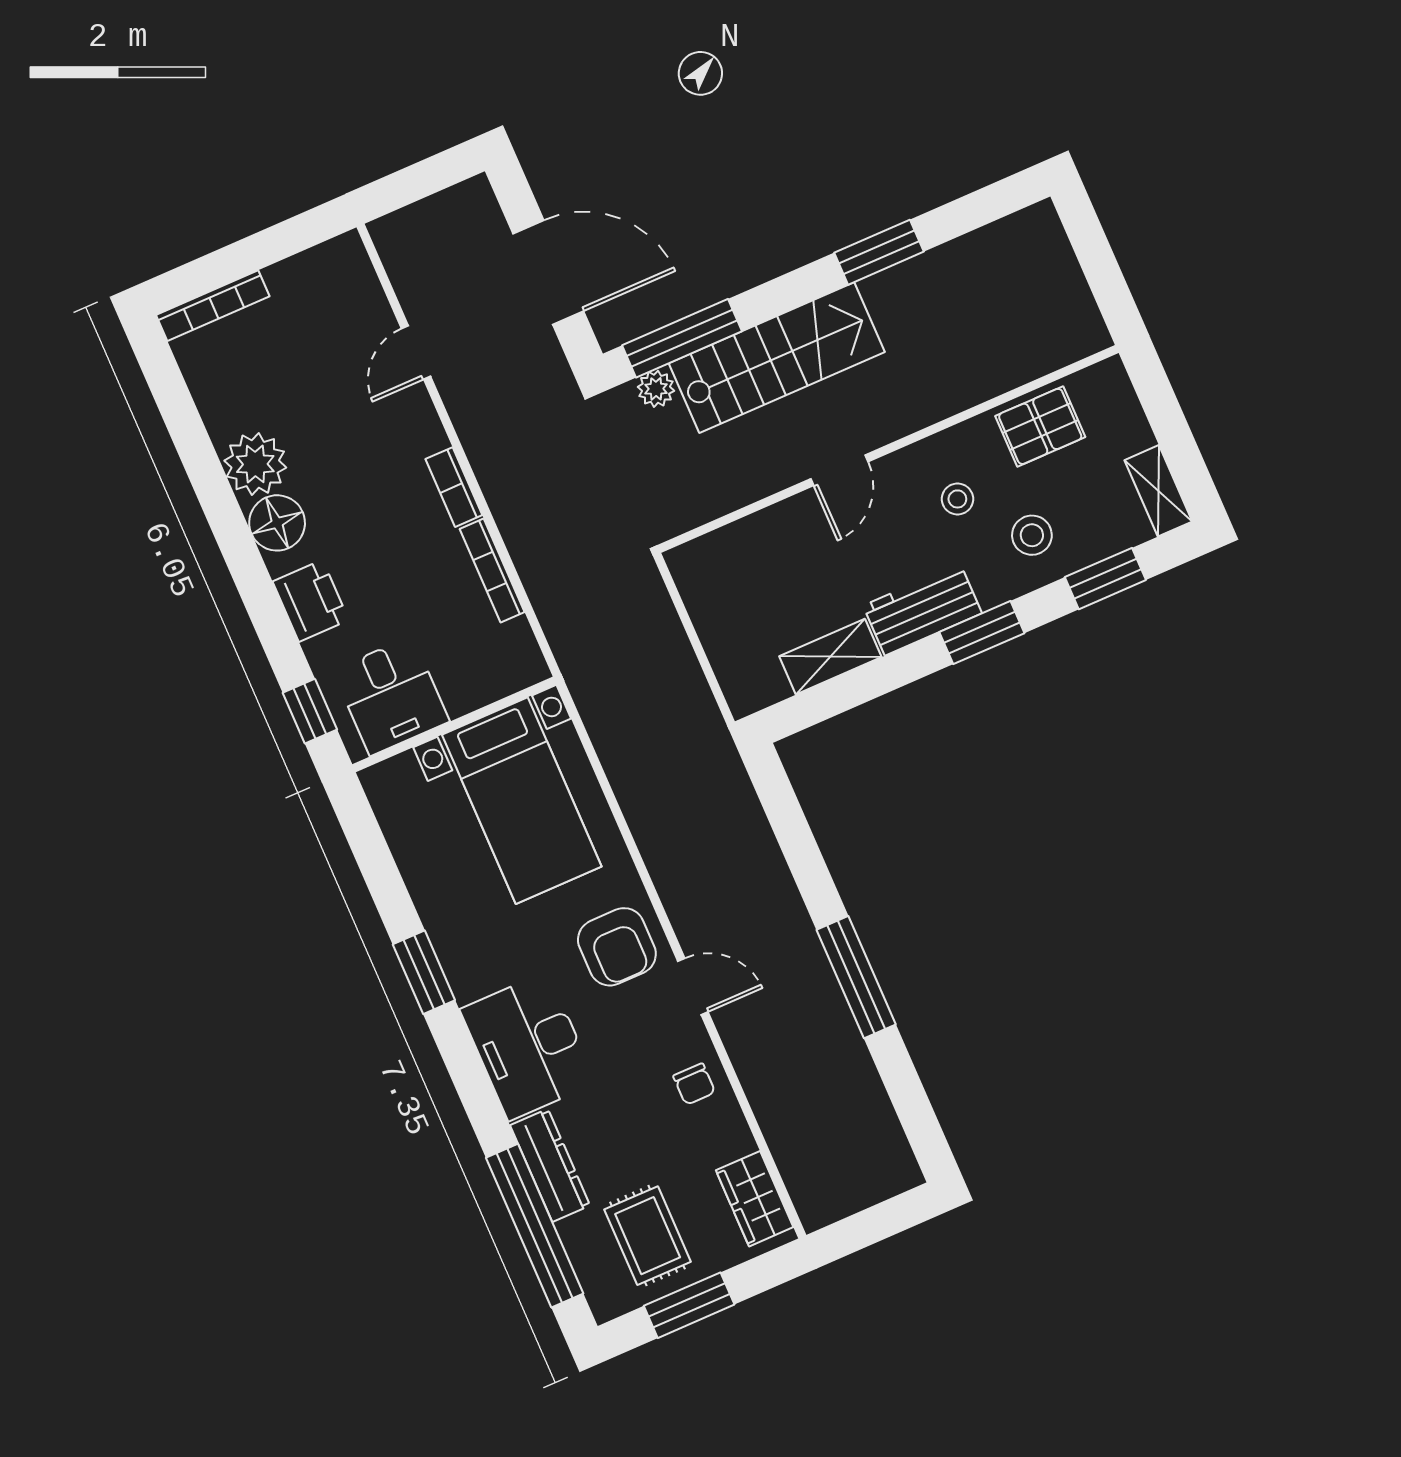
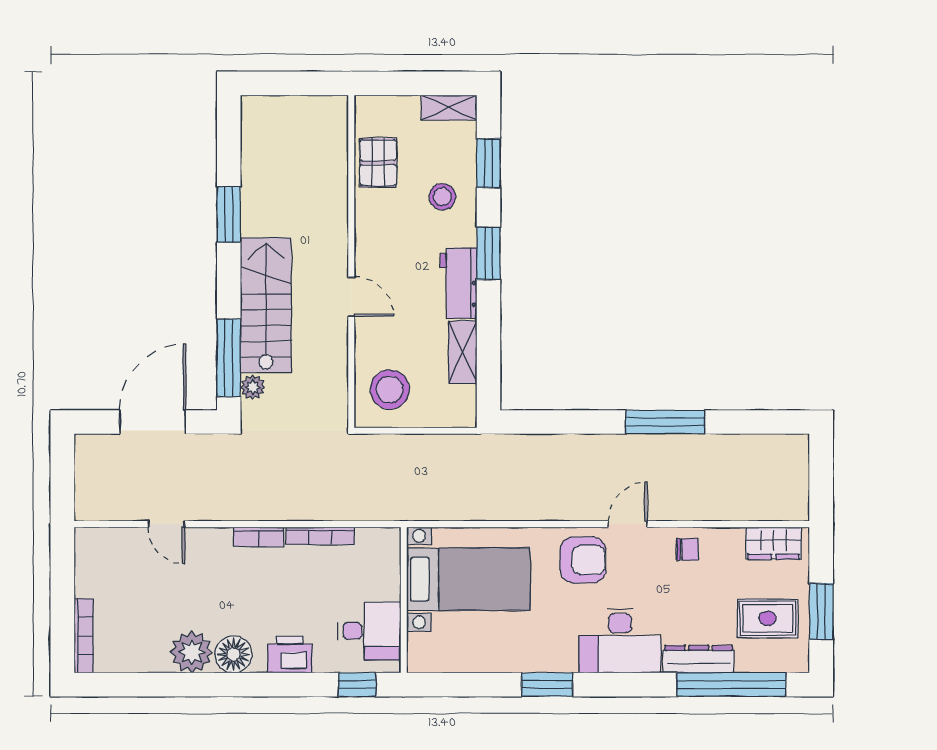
stool: (957, 499) -> (390, 389), moved, width x1.89, depth x1.89

